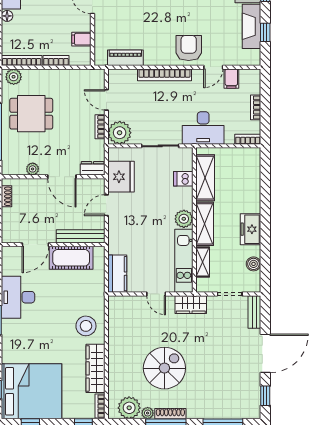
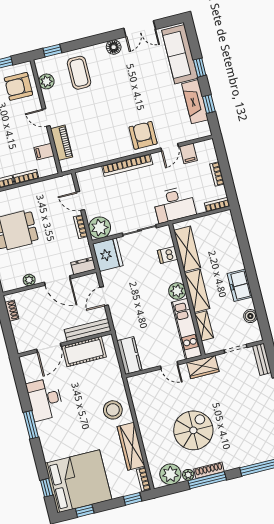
piano: (125, 58) -> (62, 143), moved, turned 90
fridge: (121, 177) -> (108, 255), moved

